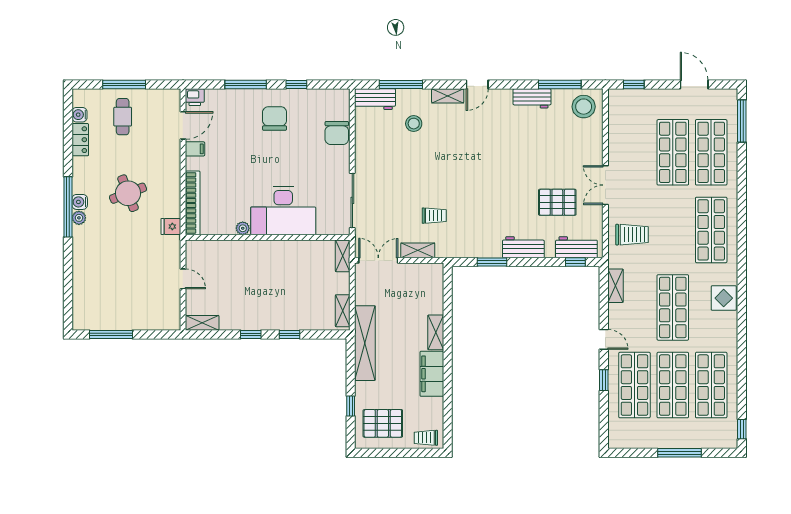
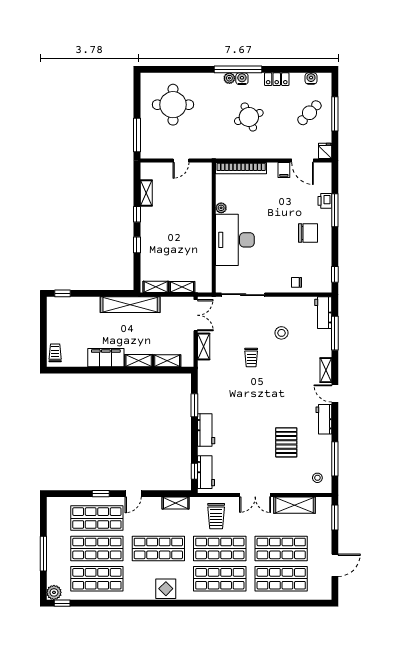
window: (296, 85) -> (335, 274), moved
window: (634, 85) -> (335, 518), width x1.50
printer: (195, 97) -> (325, 201), moved
workbench: (532, 98) -> (324, 419), moved
stool: (584, 107) -> (317, 478), width x0.53, depth x0.53
cafe table: (123, 117) -> (309, 113), turned -47
window: (742, 121) -> (306, 603), removed
stool: (414, 124) -> (281, 333), moved
chair: (337, 133) -> (297, 282), width x0.54, depth x0.54
shelving: (618, 136) -> (294, 505), added
locker: (80, 140) -> (277, 79), moved
double door: (605, 185) -> (255, 495), swing flipped
pallet: (557, 202) -> (286, 442), moved
trolley: (434, 216) -> (251, 358), moved
fridge: (171, 226) -> (325, 151), moved
shop shelf: (673, 230) -> (220, 548), added
shelving: (343, 256) -> (182, 287), moved
round table: (112, 289) -> (173, 105), added
shelving: (436, 296) -> (167, 361), added
shelving: (202, 323) -> (146, 193), moved
window: (111, 334) -> (137, 135), moved
window: (351, 406) -> (62, 293), moved
pallet: (383, 423) -> (67, 319), removed
plant: (728, 439) -> (54, 592), added

